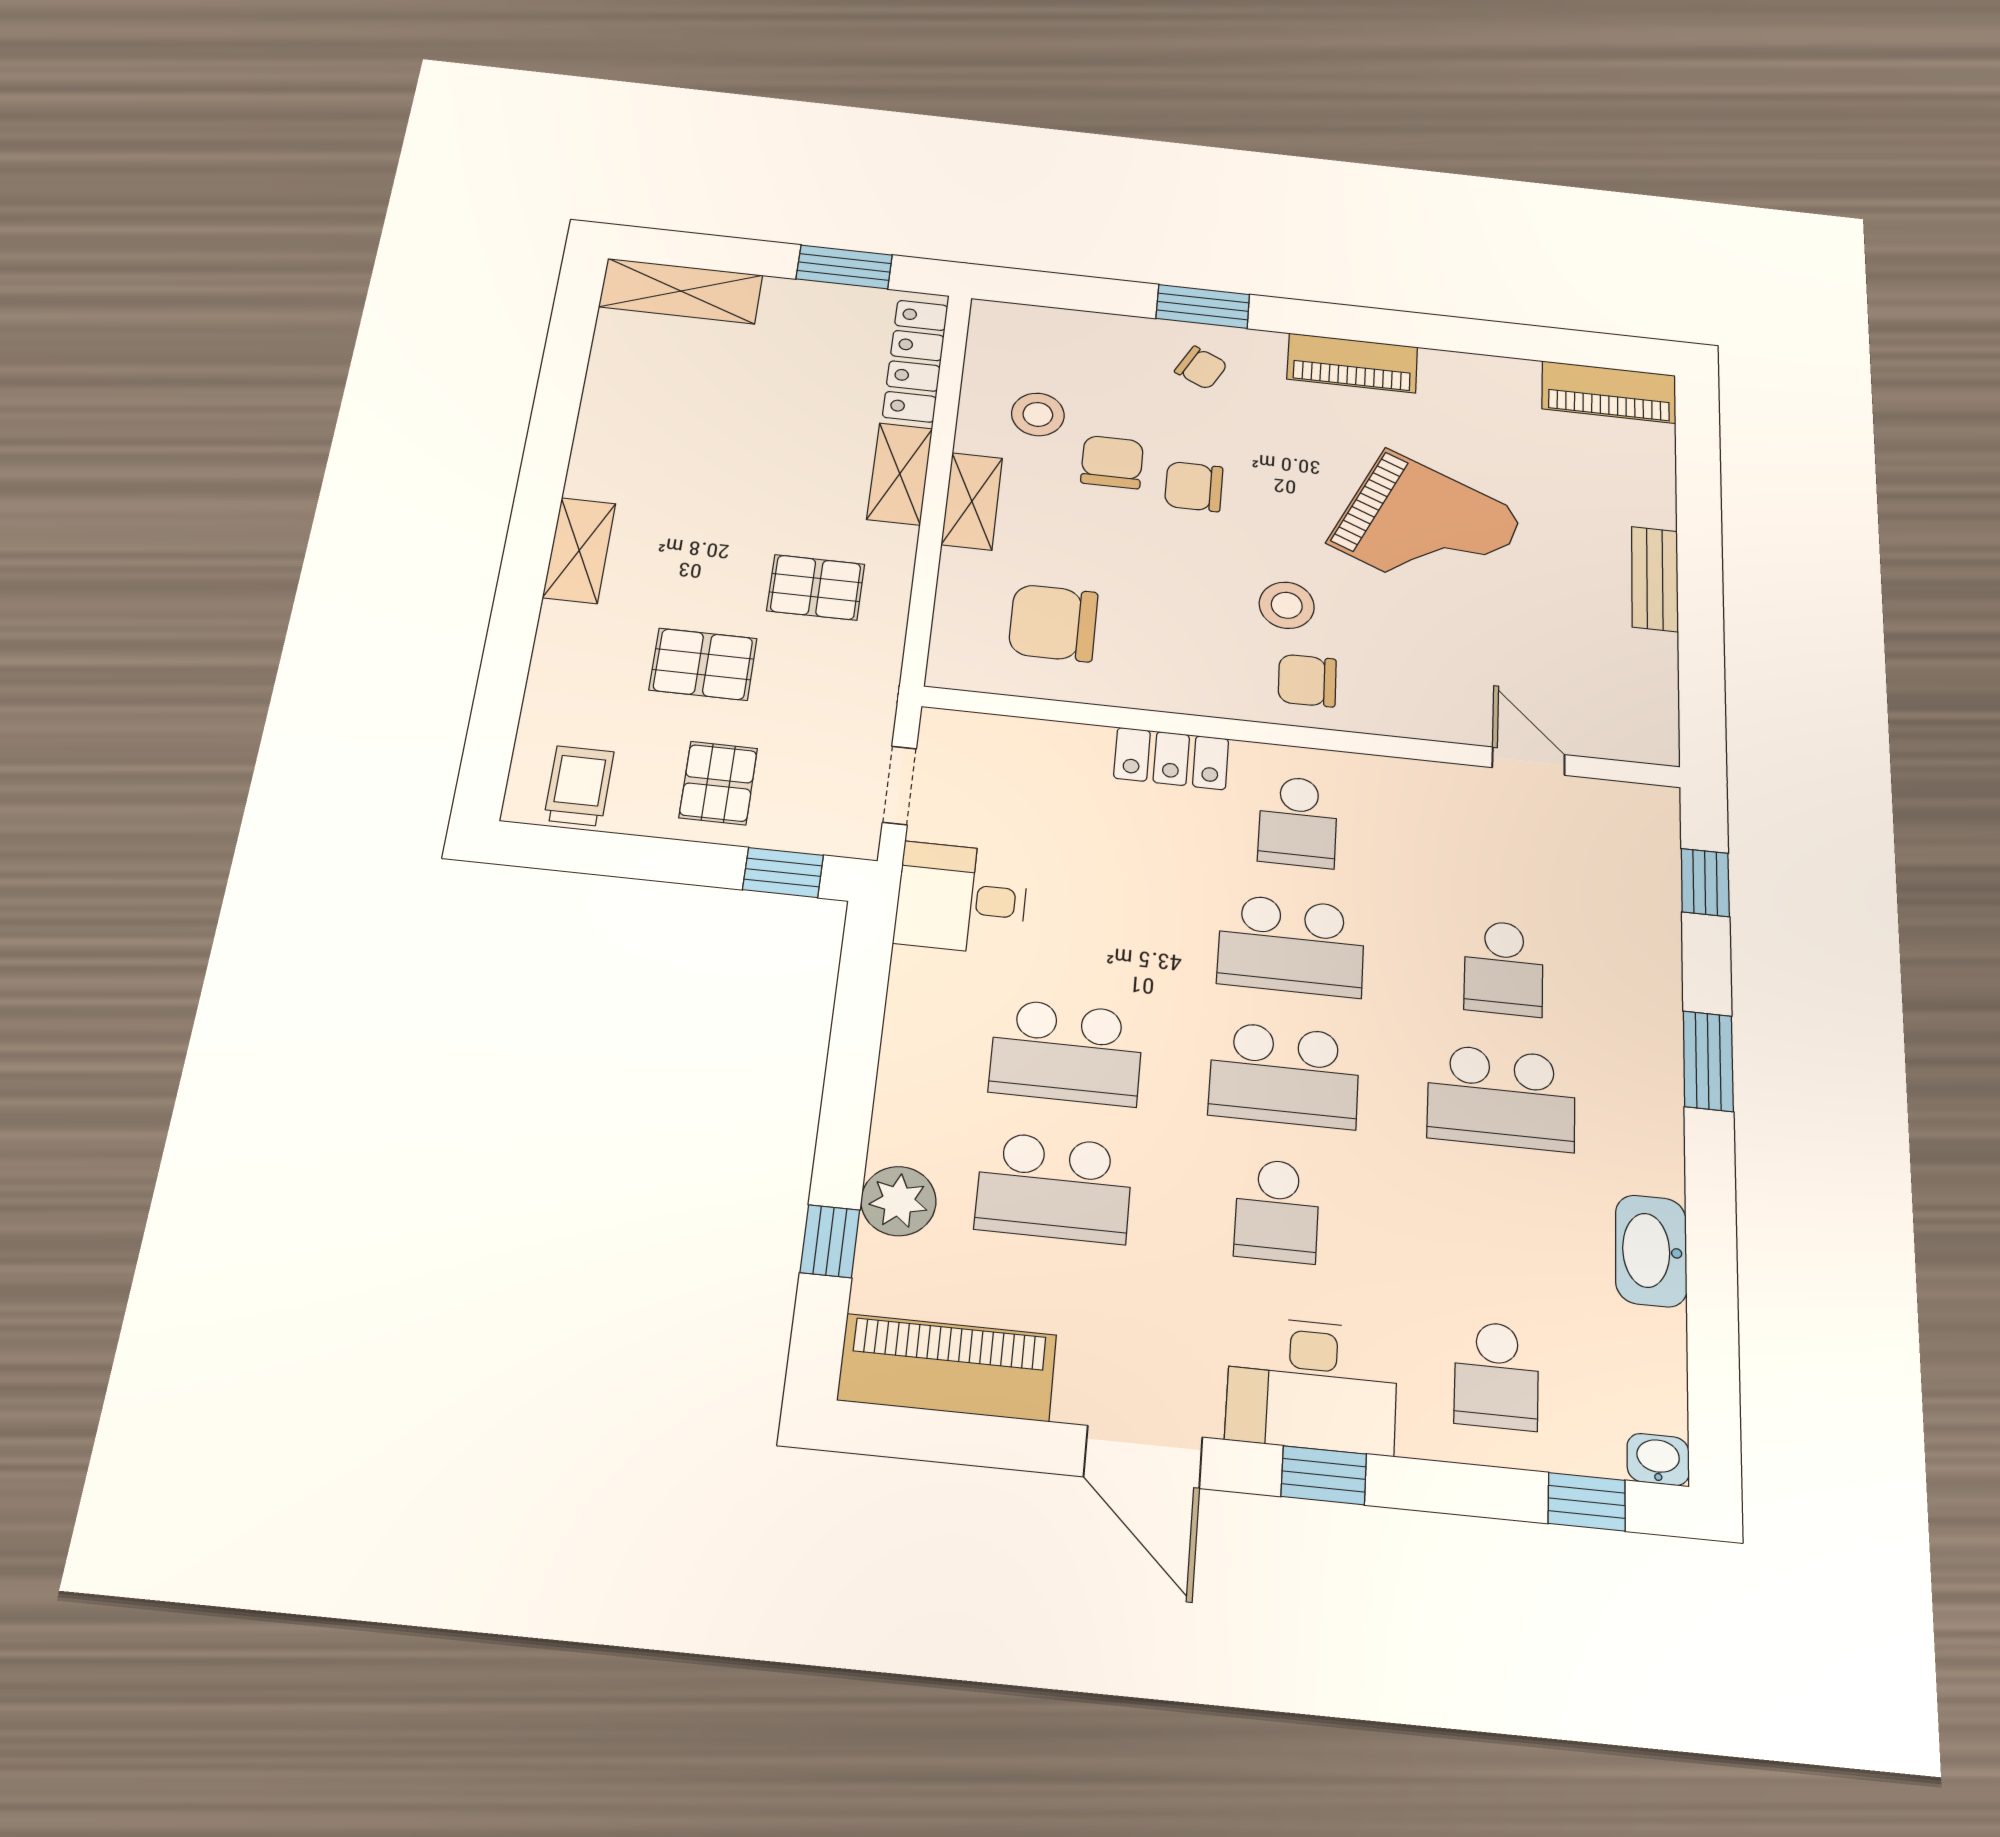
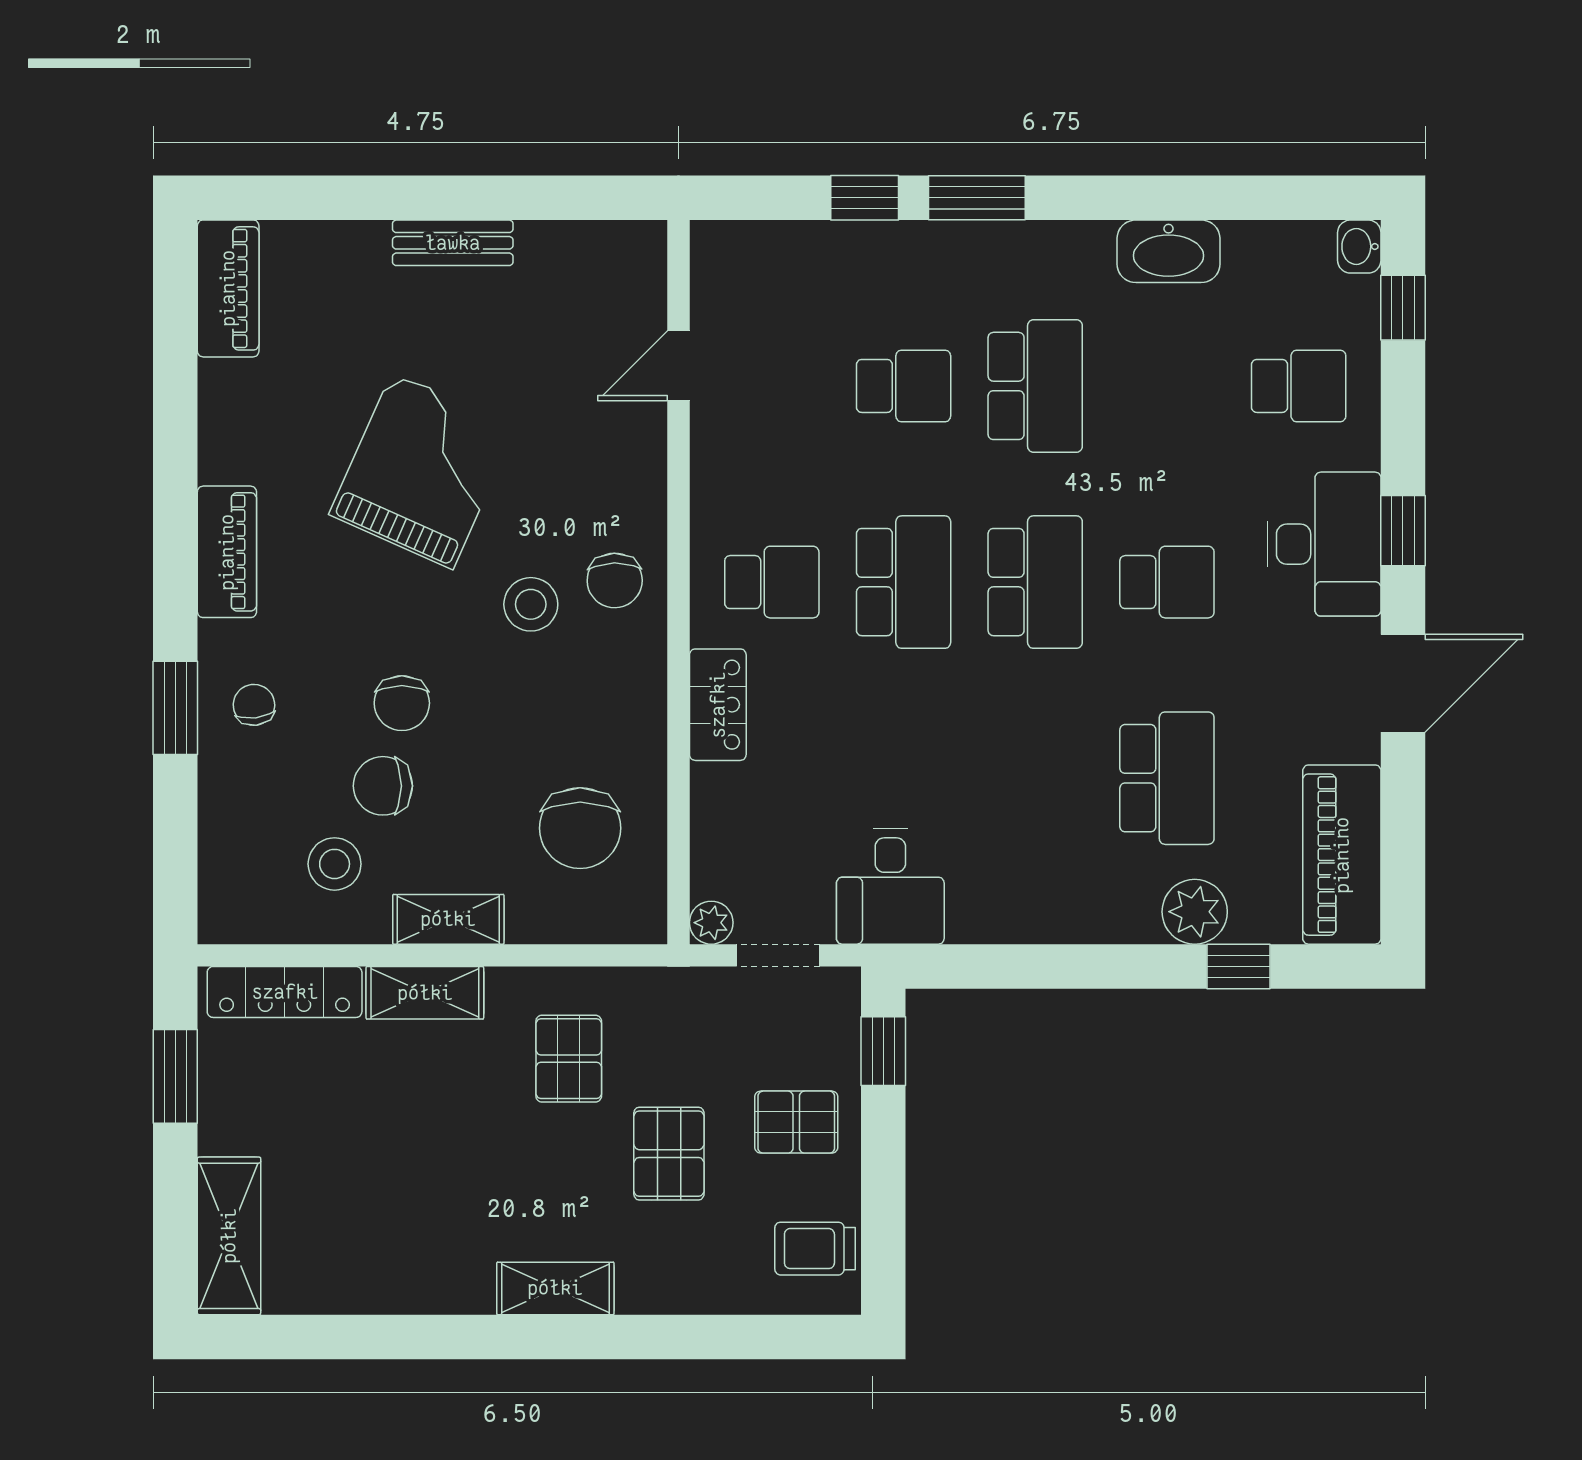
chair: (1201, 368) -> (254, 705), turned -34
plant: (942, 728) -> (711, 923), added
window: (1705, 882) -> (865, 198), moved
school desk: (1066, 1052) -> (1035, 778), removed

